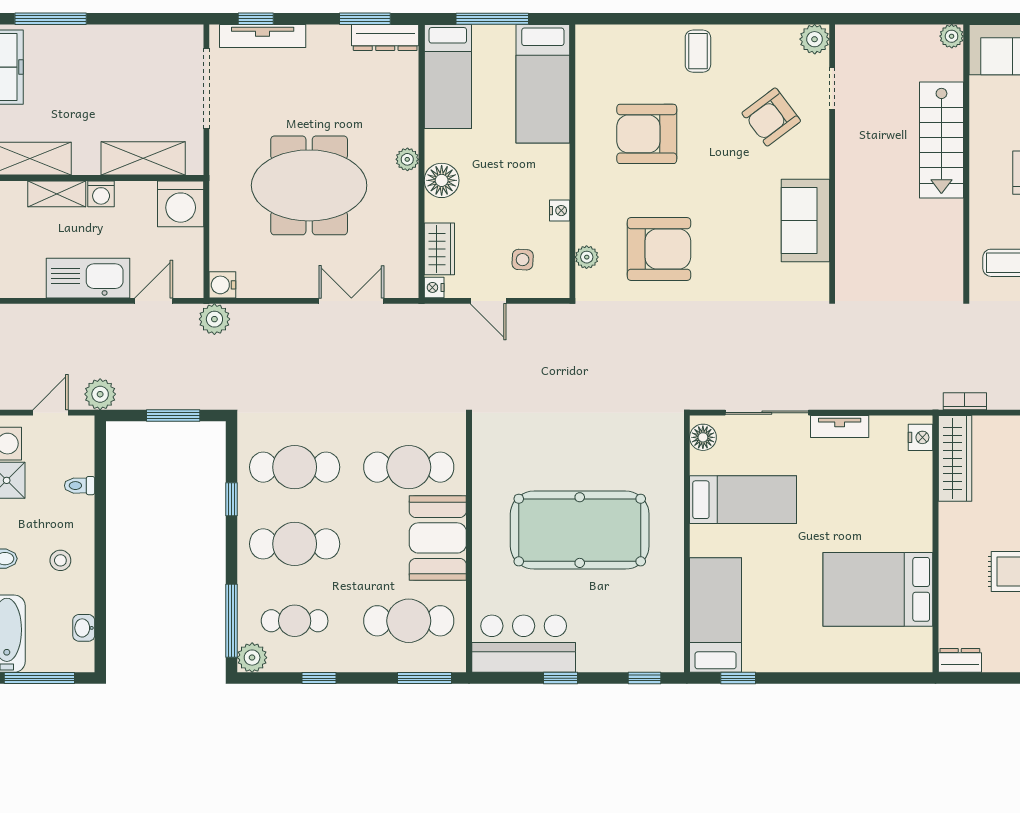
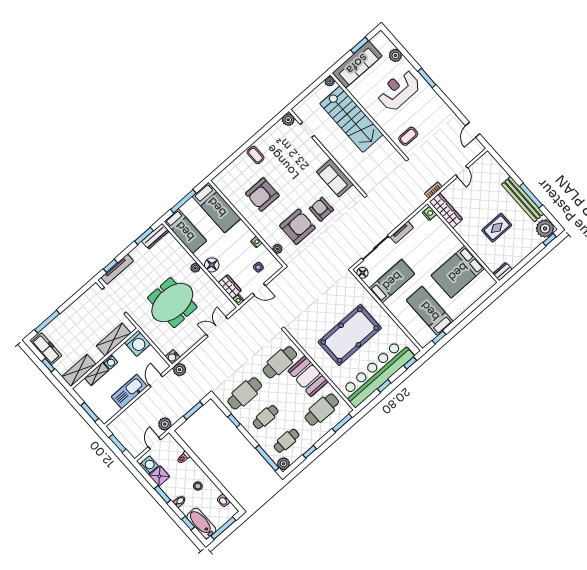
armchair: (771, 117) -> (321, 209), moved, turned 127
stairs: (941, 140) -> (351, 119), width x1.36, depth x1.51
cafe table: (295, 544) -> (266, 417), width x0.73, depth x0.74
bed: (716, 615) -> (430, 311), moved
bar counter: (524, 644) -> (377, 373), width x1.86

